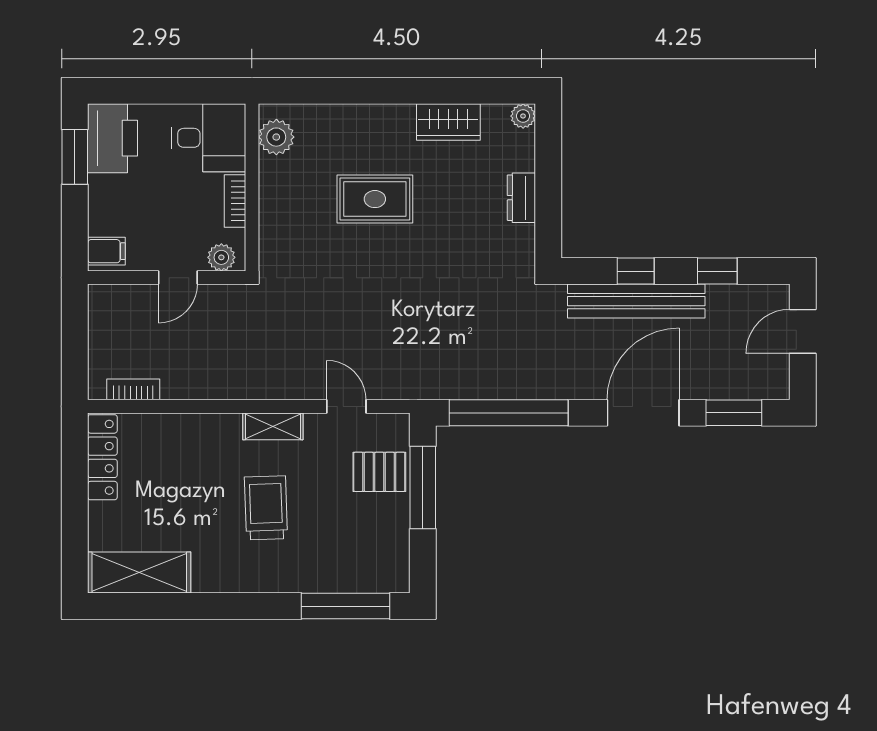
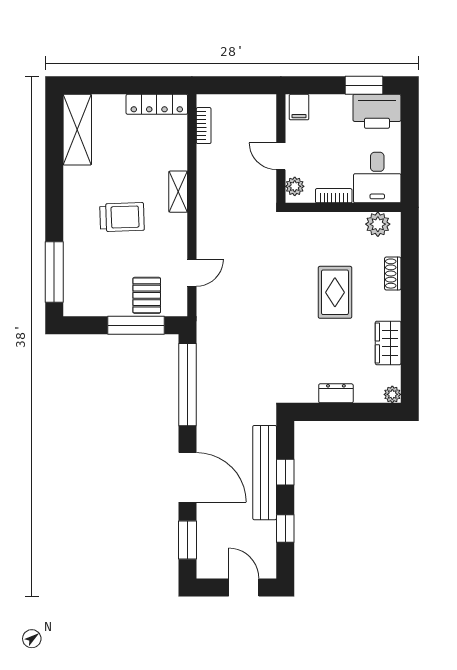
shoe rack: (348, 115) -> (393, 274), added
shelving: (273, 426) -> (178, 192), moved

